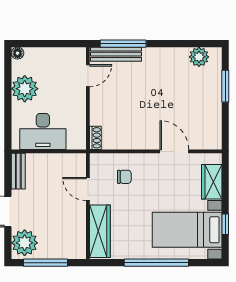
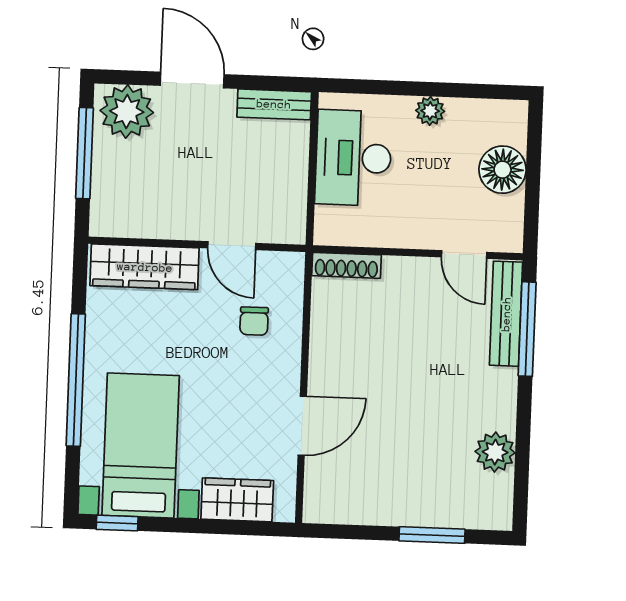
floor lamp: (18, 53) -> (503, 170), moved, width x1.89, depth x1.89
plant: (199, 57) -> (495, 452), moved
plant: (25, 89) -> (430, 111), width x0.53, depth x0.53
shoe rack: (95, 138) -> (346, 265), width x1.43
door: (88, 189) -> (232, 246), swing flipped
window: (225, 224) -> (117, 523), moved

